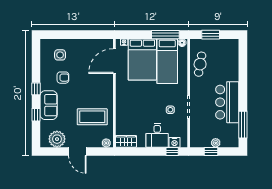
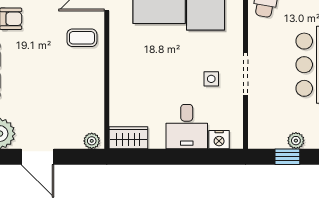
coffee table: (92, 117) -> (82, 38), moved, width x0.54, depth x0.58
window: (172, 151) -> (214, 157), removed

